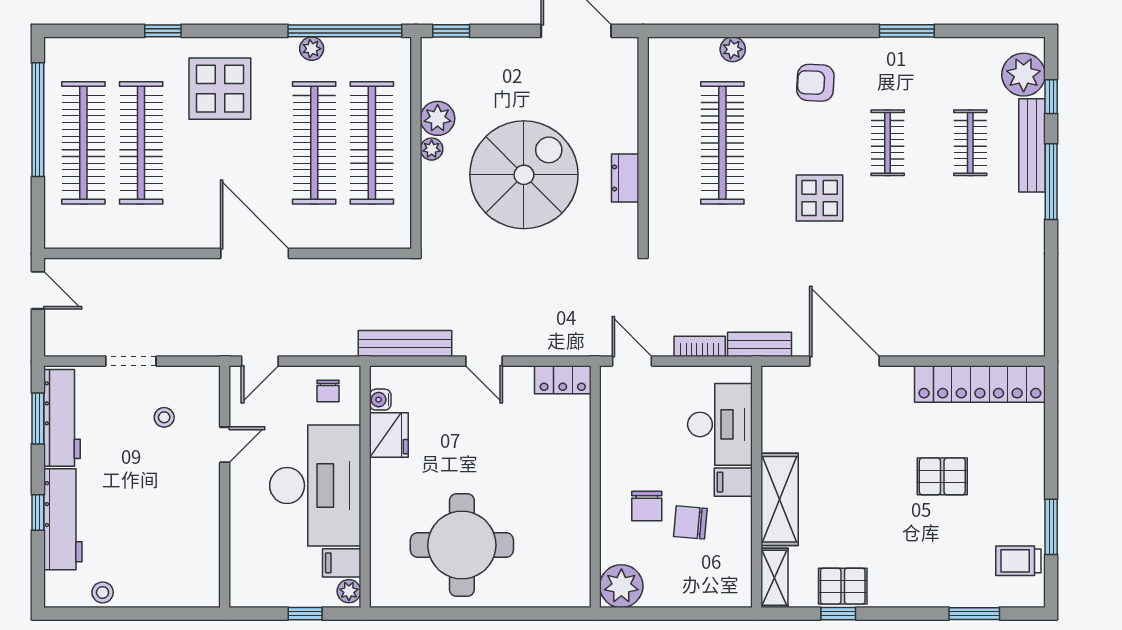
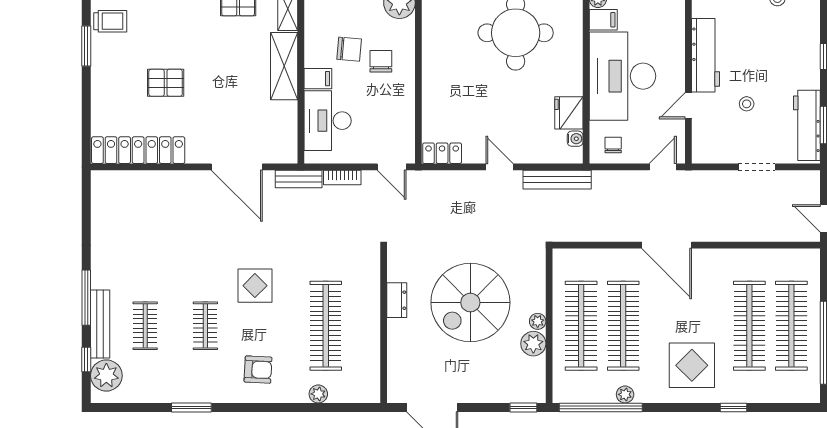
stool: (164, 417) -> (747, 104), moved
workbench: (63, 519) -> (706, 55), moved, turned 180

